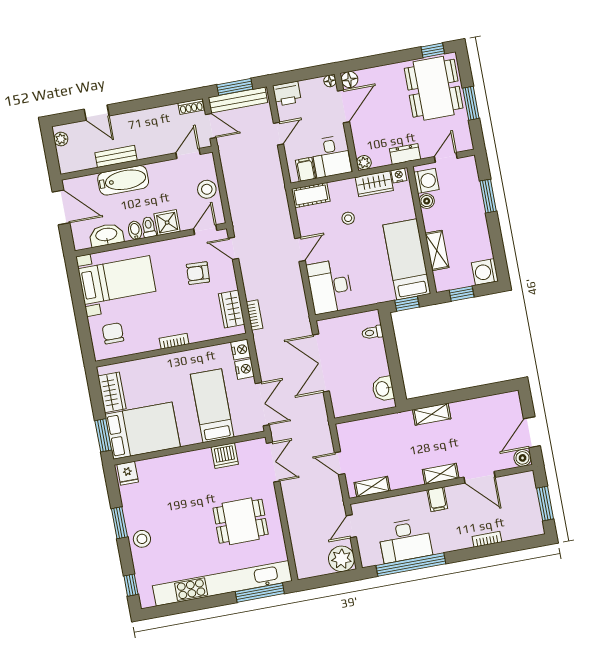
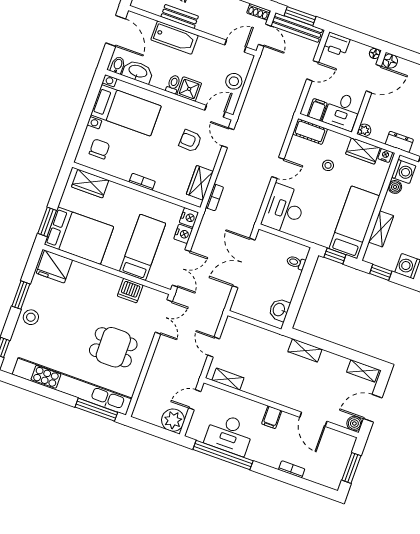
bidet: (135, 230) -> (118, 65), moved
wardrobe: (112, 392) -> (90, 184), moved, turned 90
fridge: (128, 473) -> (54, 267), width x1.88, depth x1.34
shelving: (441, 474) -> (363, 371), moved

